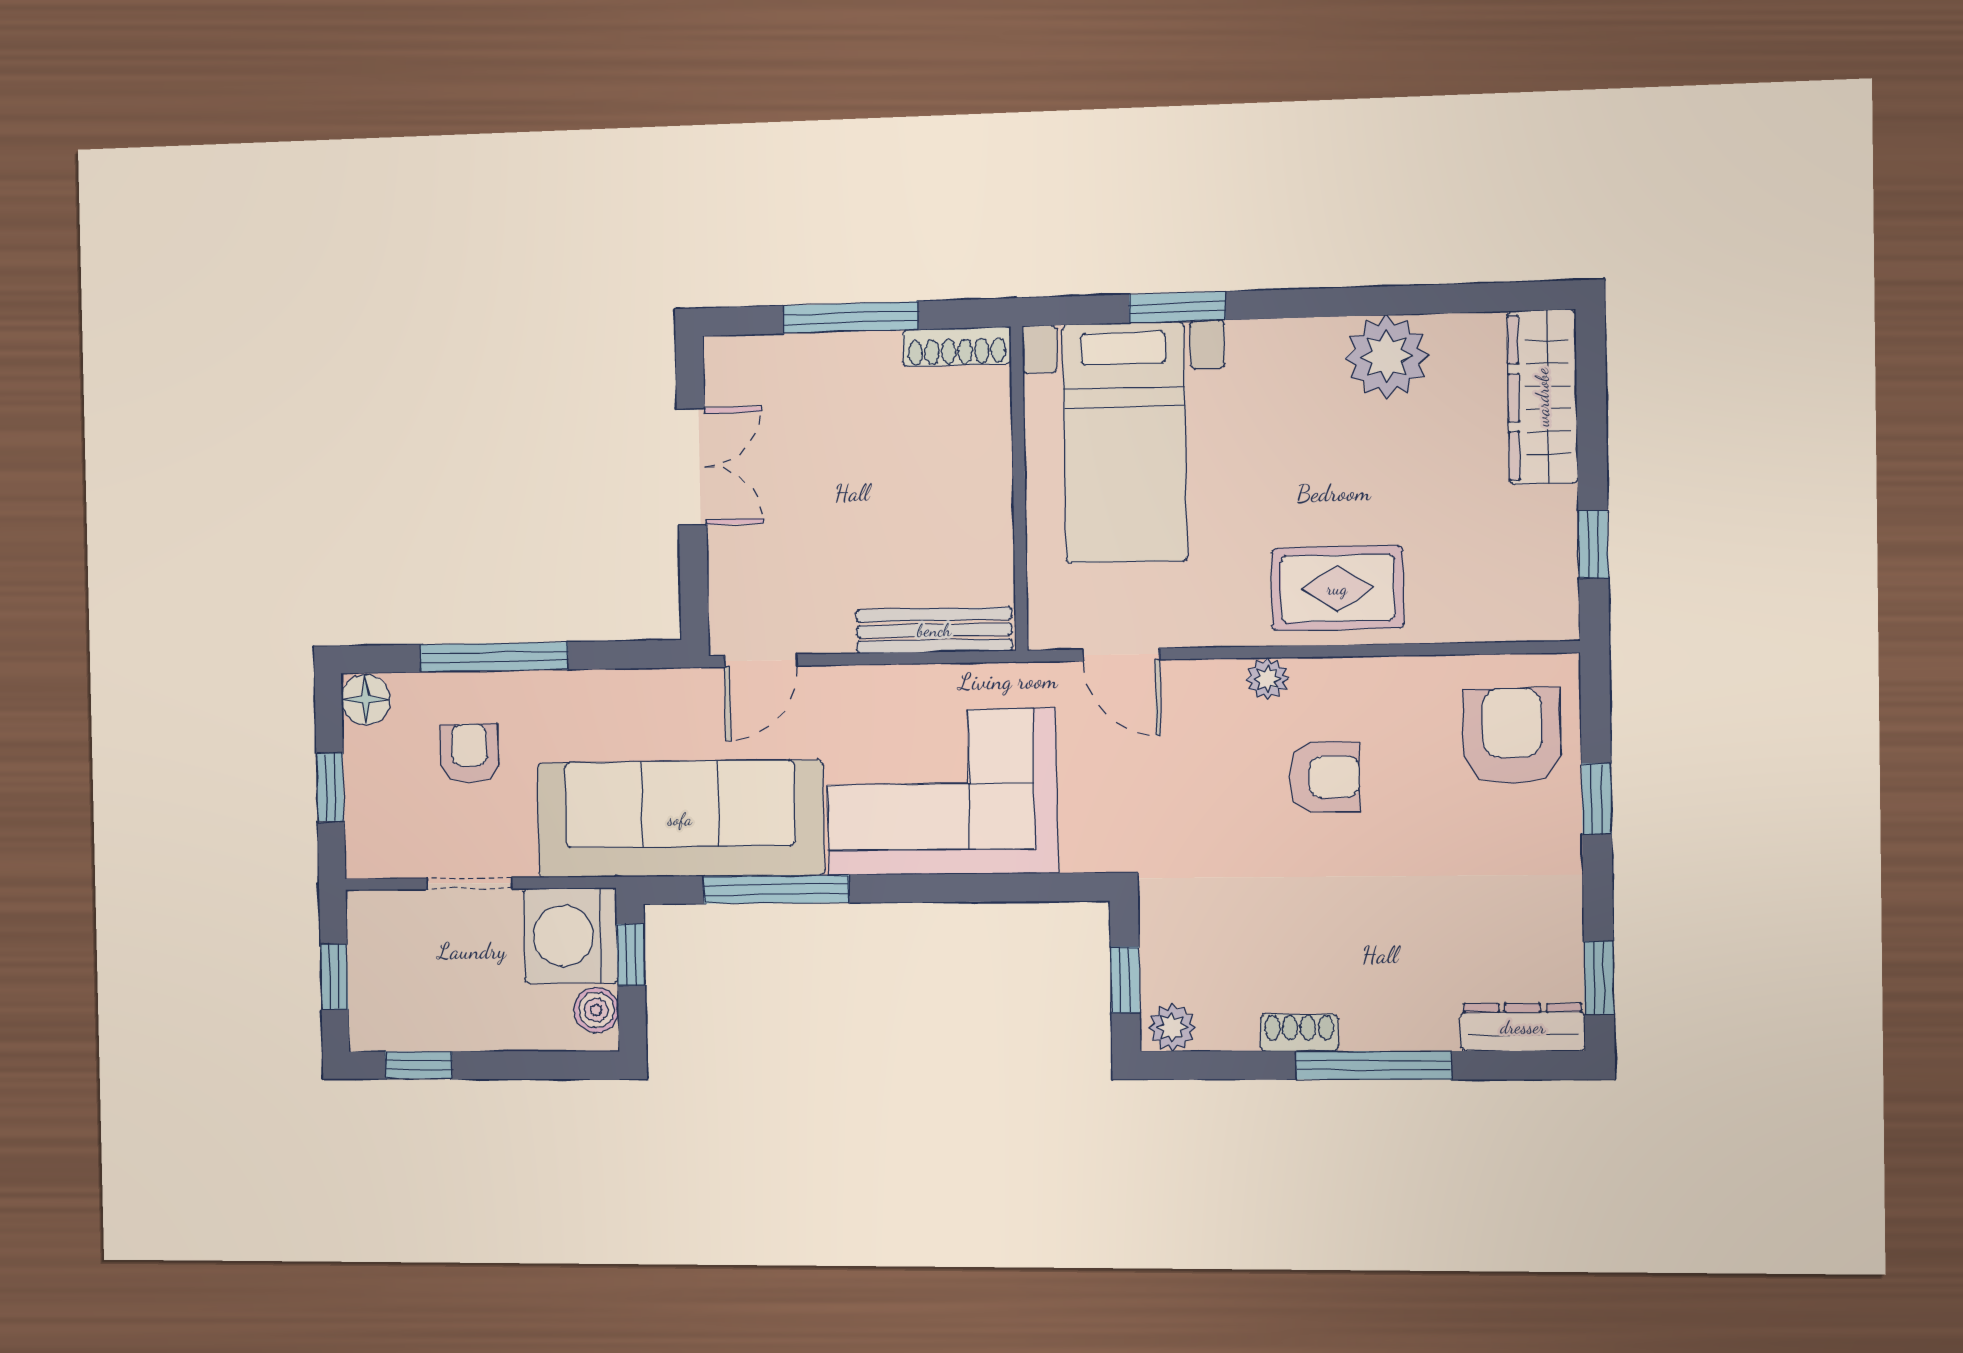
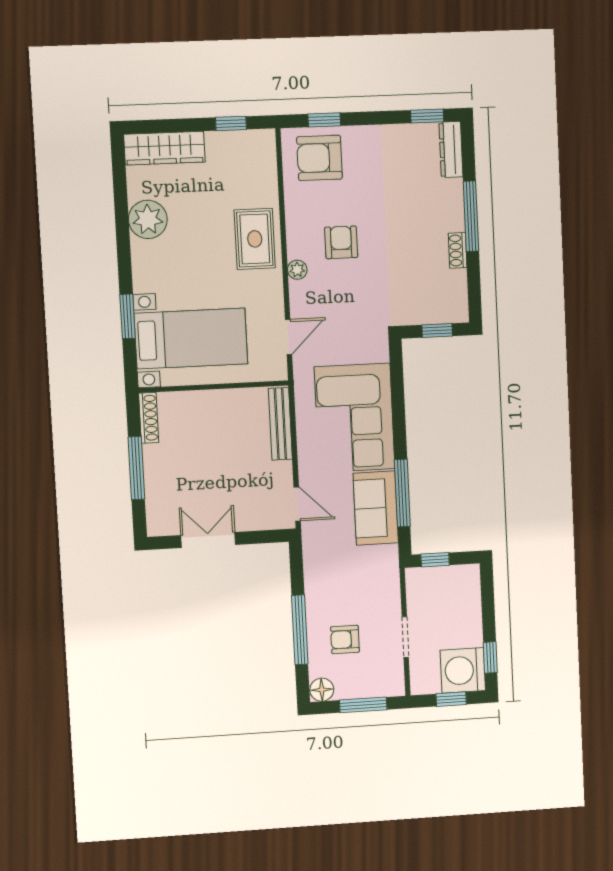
window: (330, 787) -> (363, 705), width x1.50
window: (1597, 799) -> (324, 120), moved
sofa: (680, 819) -> (376, 508), width x0.54, depth x0.79
washing machine: (570, 936) -> (463, 670), moved, turned 90
boiler: (596, 1010) -> (461, 575), removed
plant: (1172, 1027) -> (458, 308), removed

